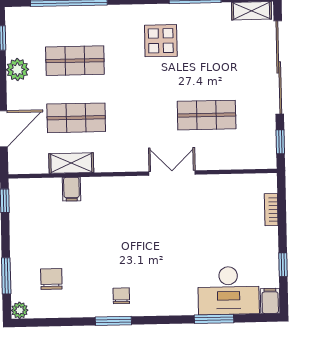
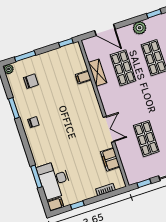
filing cabinet: (223, 186) -> (110, 159), added
window: (113, 321) -> (14, 108), moved

